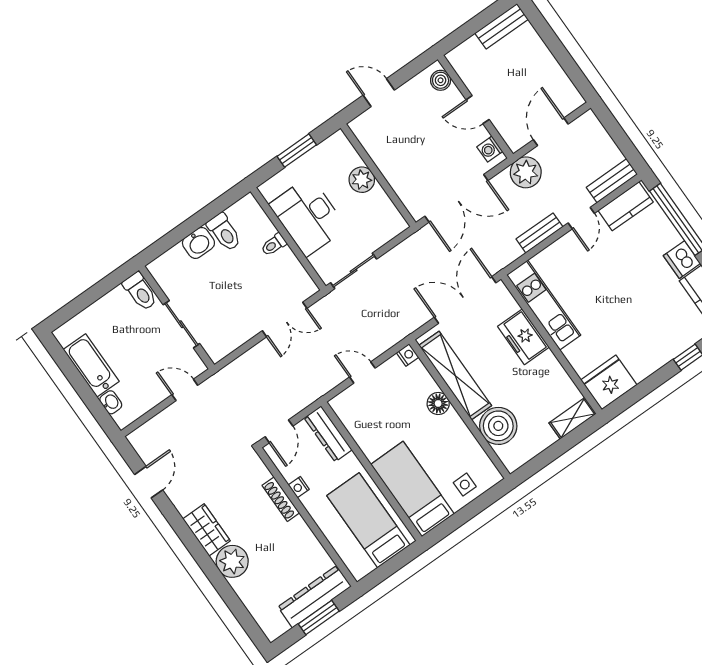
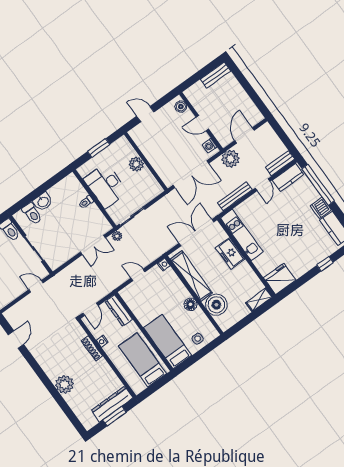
toilet: (224, 232) -> (32, 214), moved
bench: (540, 233) -> (235, 196), width x1.36
plant: (327, 304) -> (117, 236), added
floor lamp: (438, 403) -> (190, 304), moved
wardrobe: (207, 530) -> (50, 366), removed

